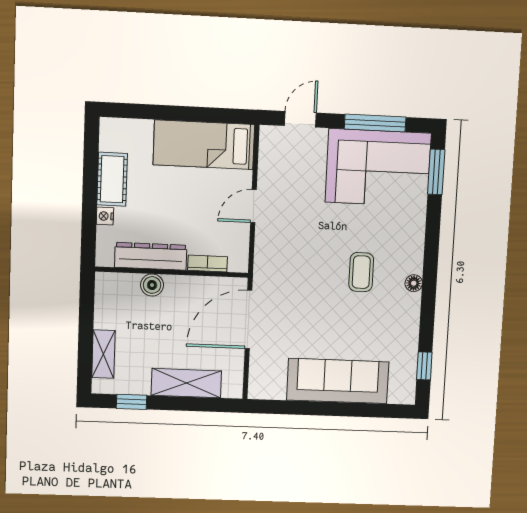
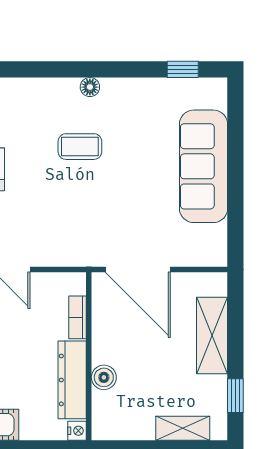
nightstand: (105, 216) -> (77, 431), moved, turned -90

